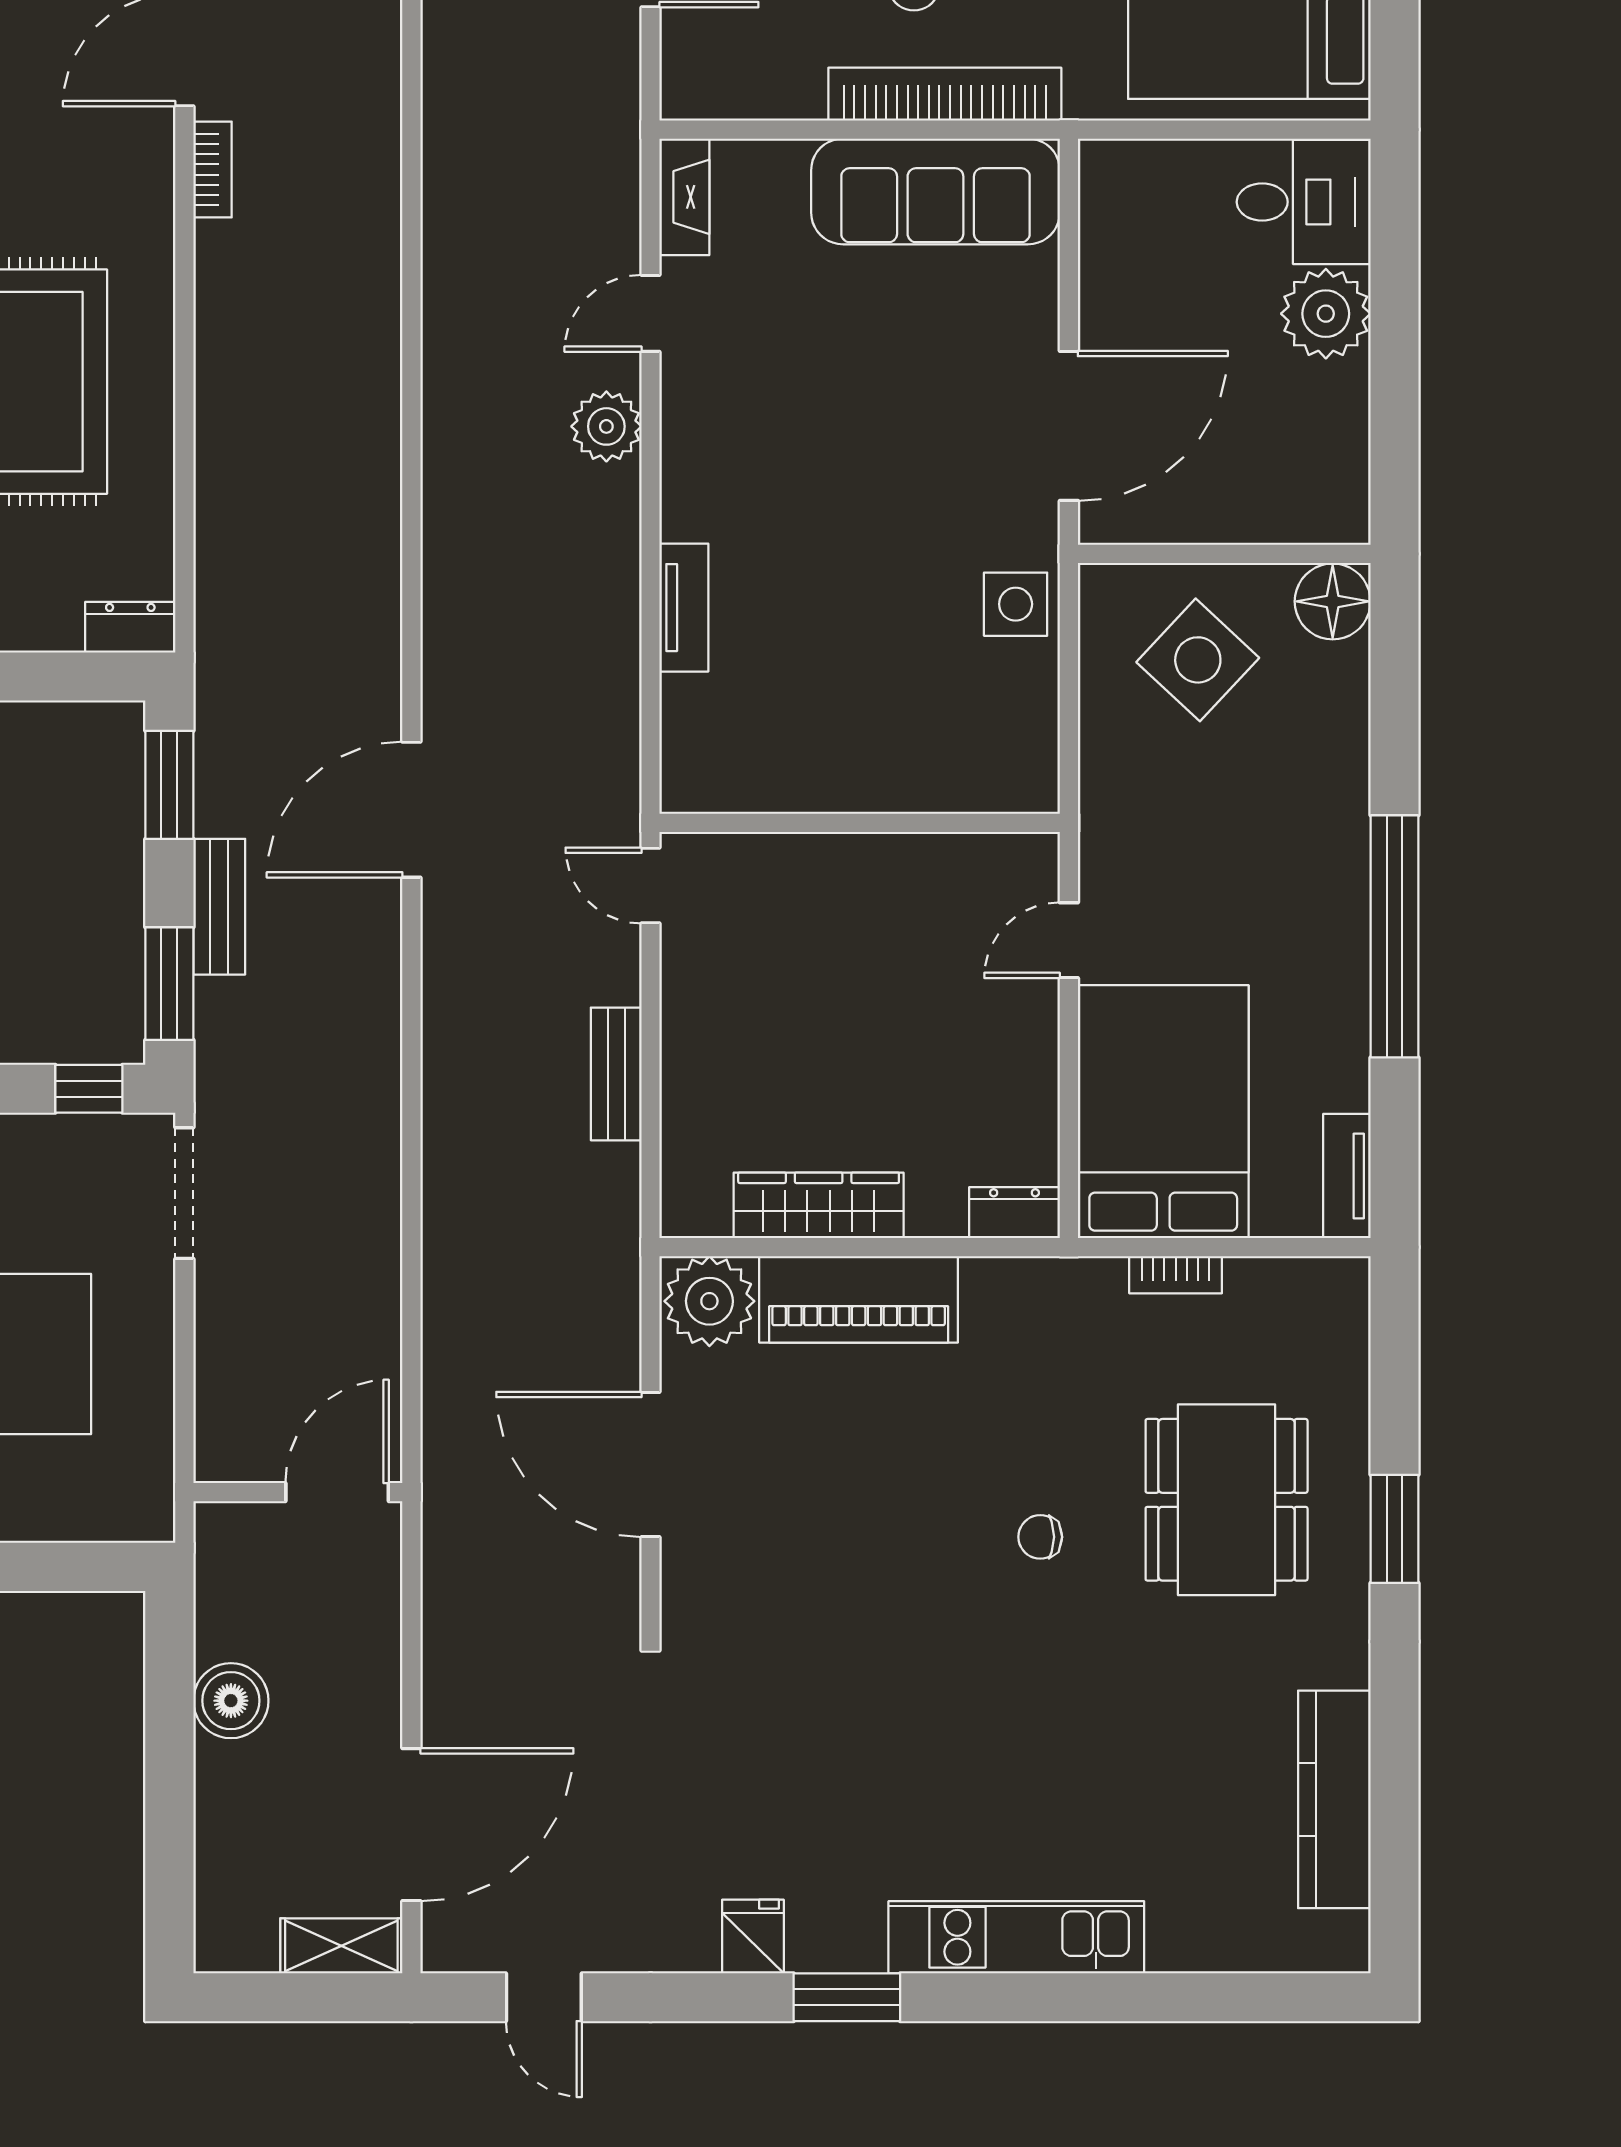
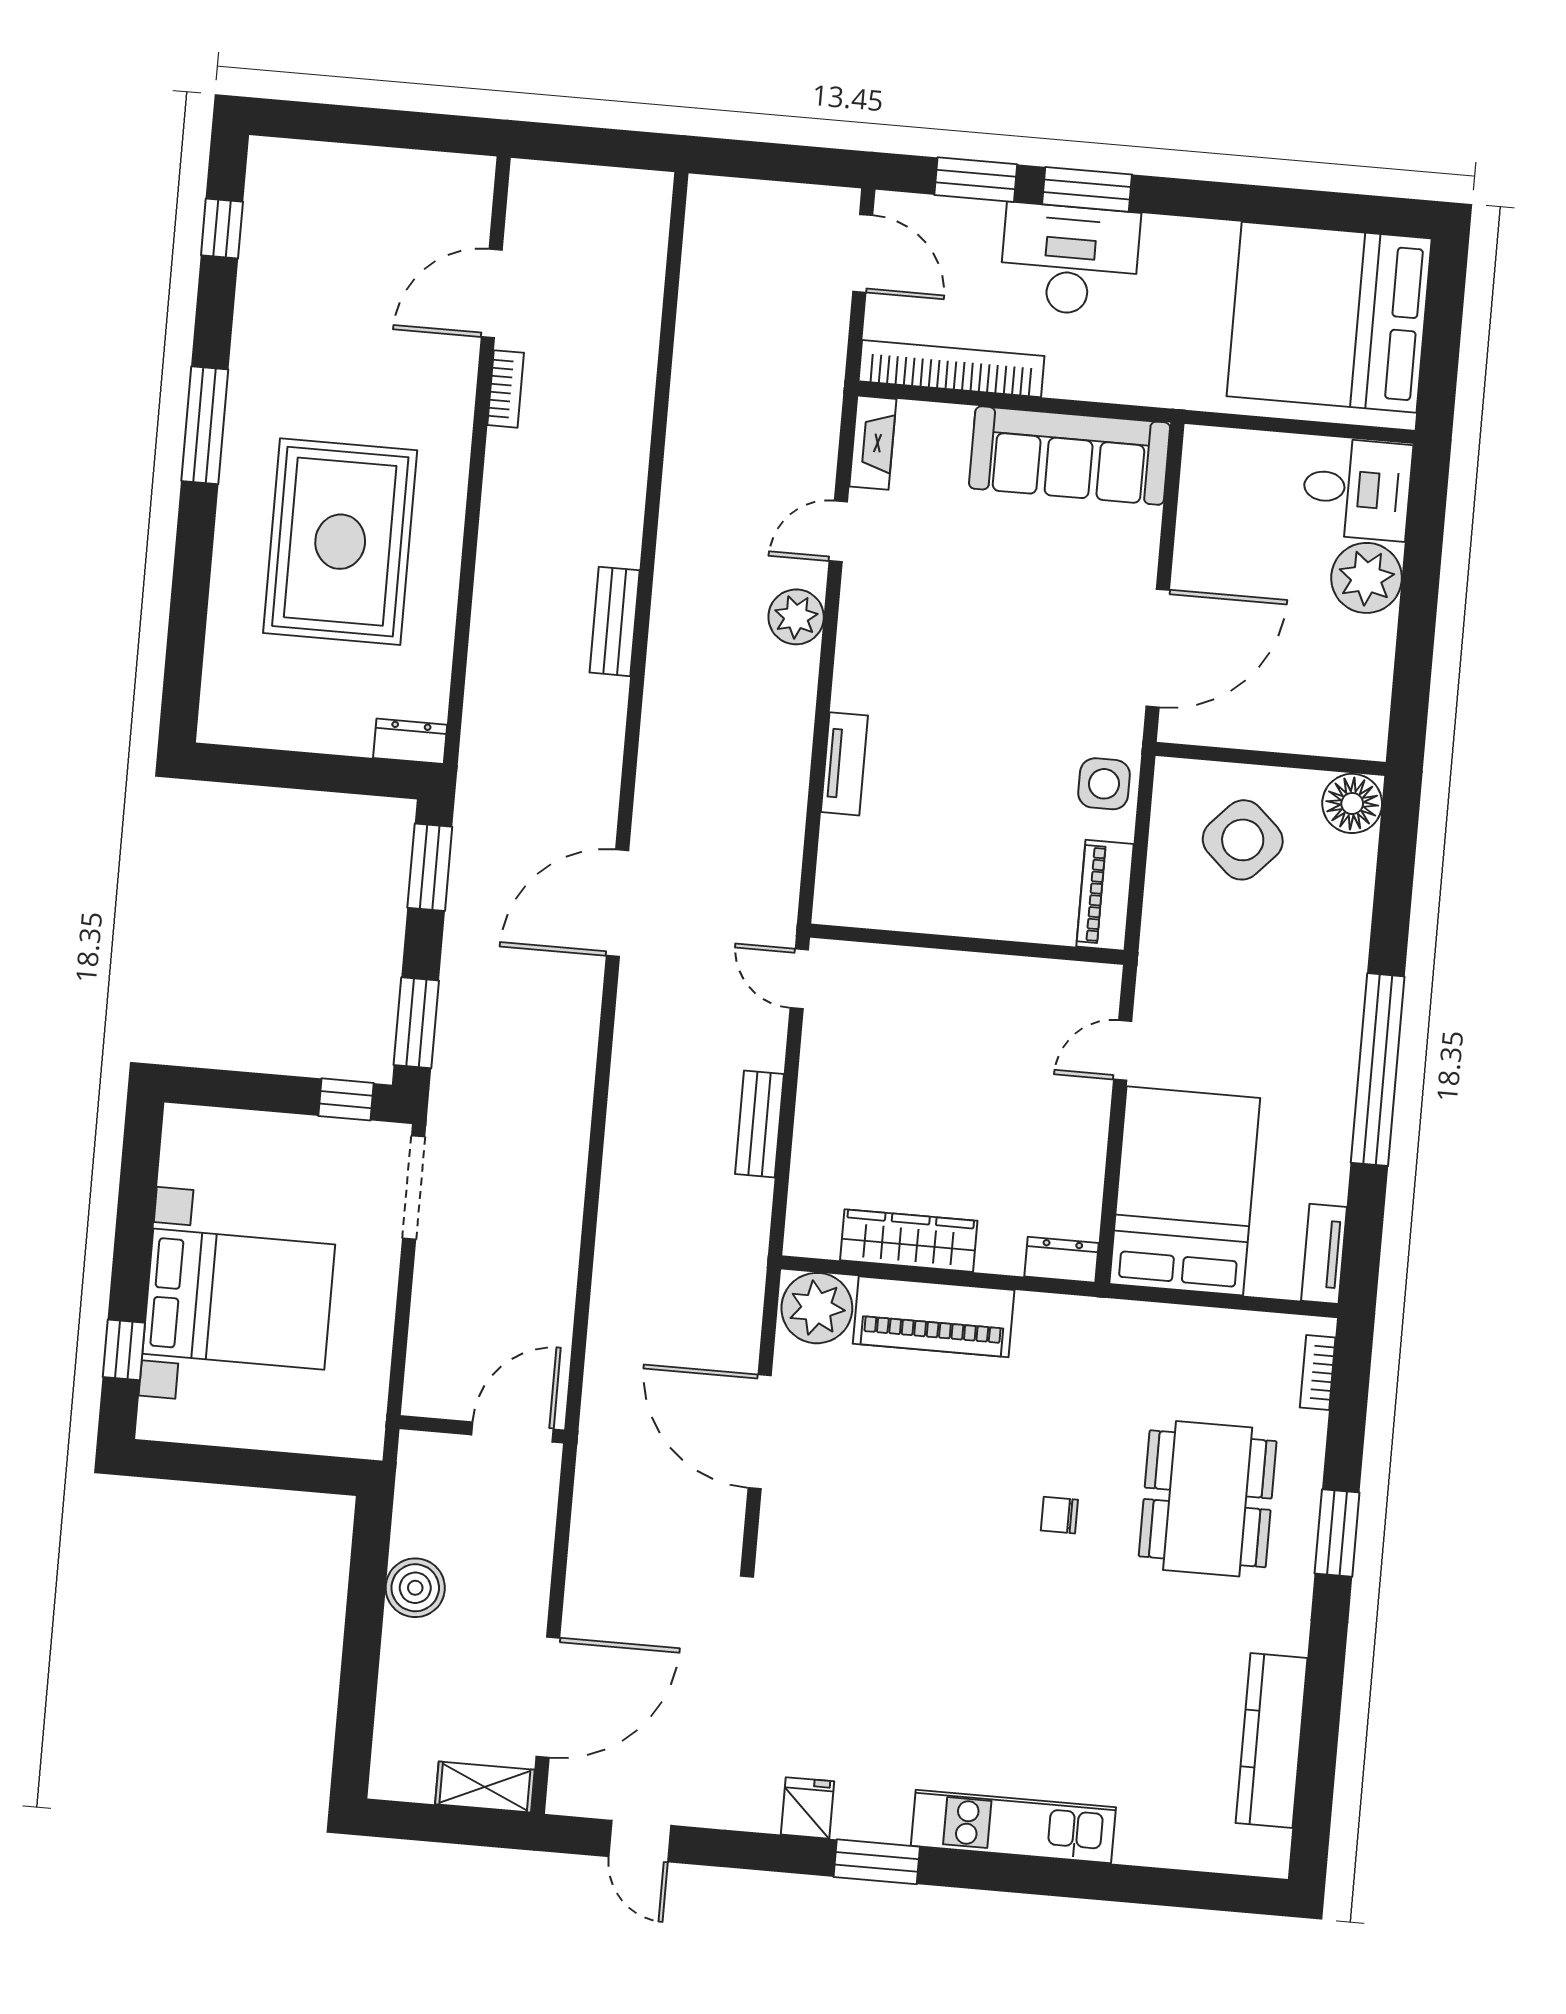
bookcase: (945, 94) -> (951, 369), moved
piano: (1029, 745) -> (1105, 895), added
bench: (219, 907) -> (615, 621), moved
bookcase: (1176, 1275) -> (1318, 1372), moved, turned 90

